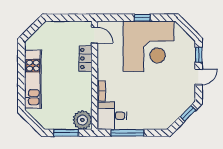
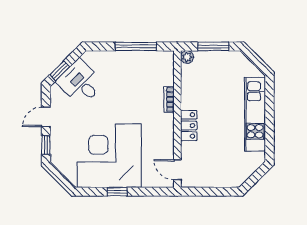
locker: (85, 58) -> (189, 126), moved
desk: (112, 116) -> (80, 82), moved, turned -135
plant: (82, 120) -> (187, 57), width x0.53, depth x0.53

